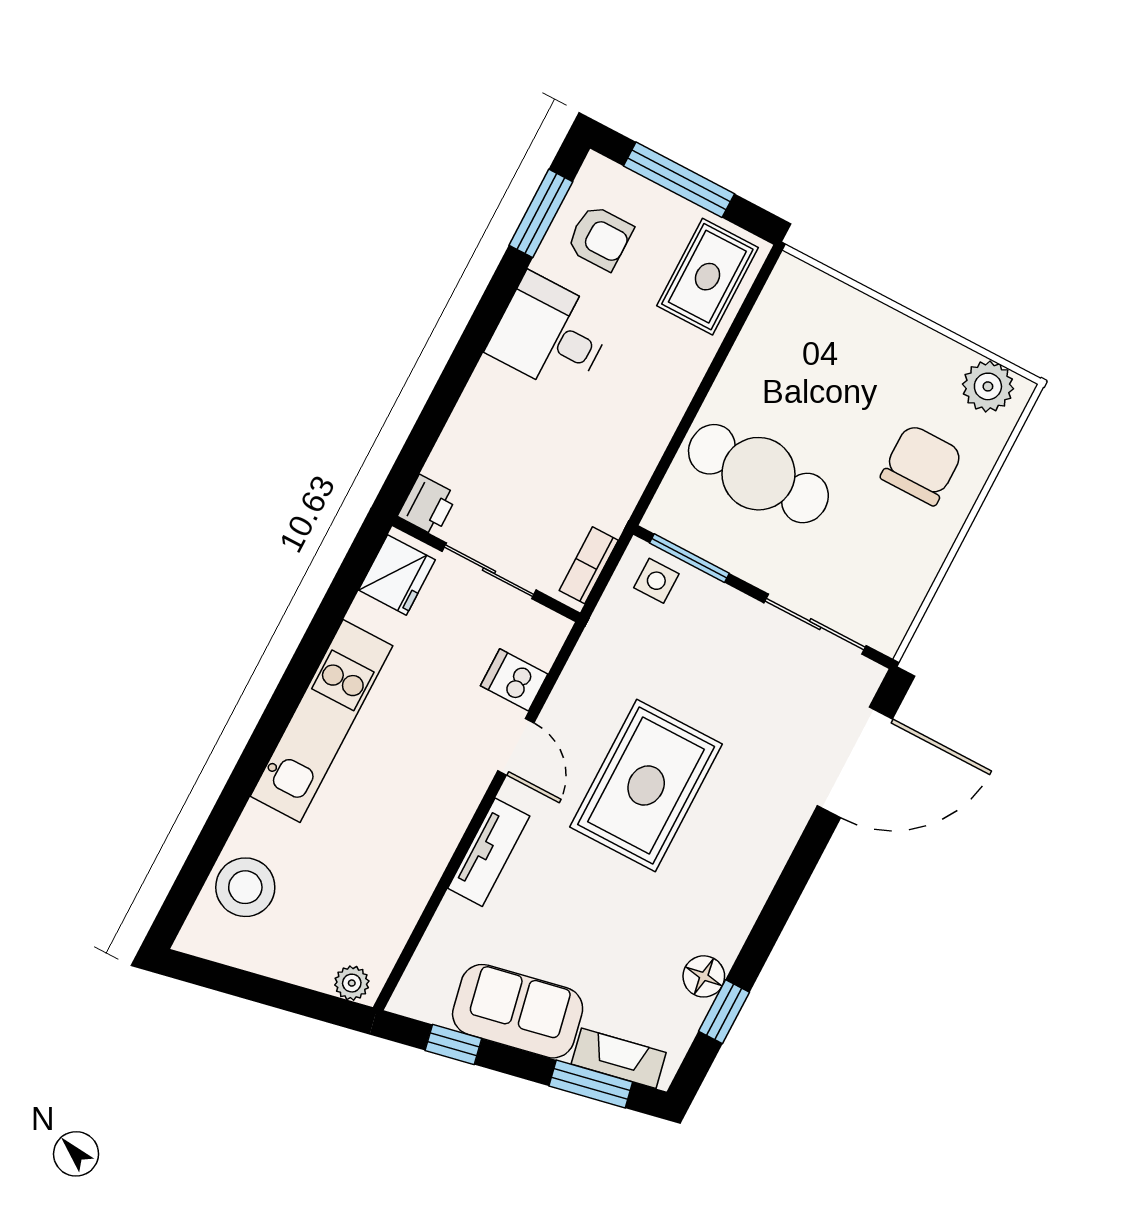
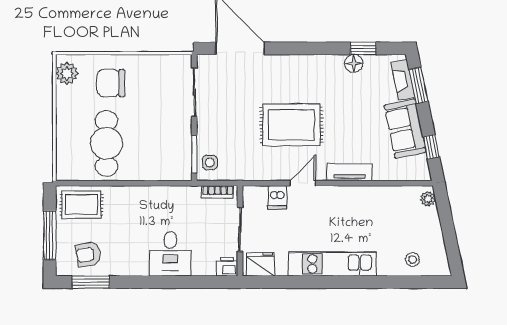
armchair: (600, 238) -> (88, 254), turned -100
desk: (550, 334) -> (170, 254), moved
cafe table: (758, 474) -> (106, 143), moved
stool: (245, 887) -> (412, 260), width x0.53, depth x0.53

